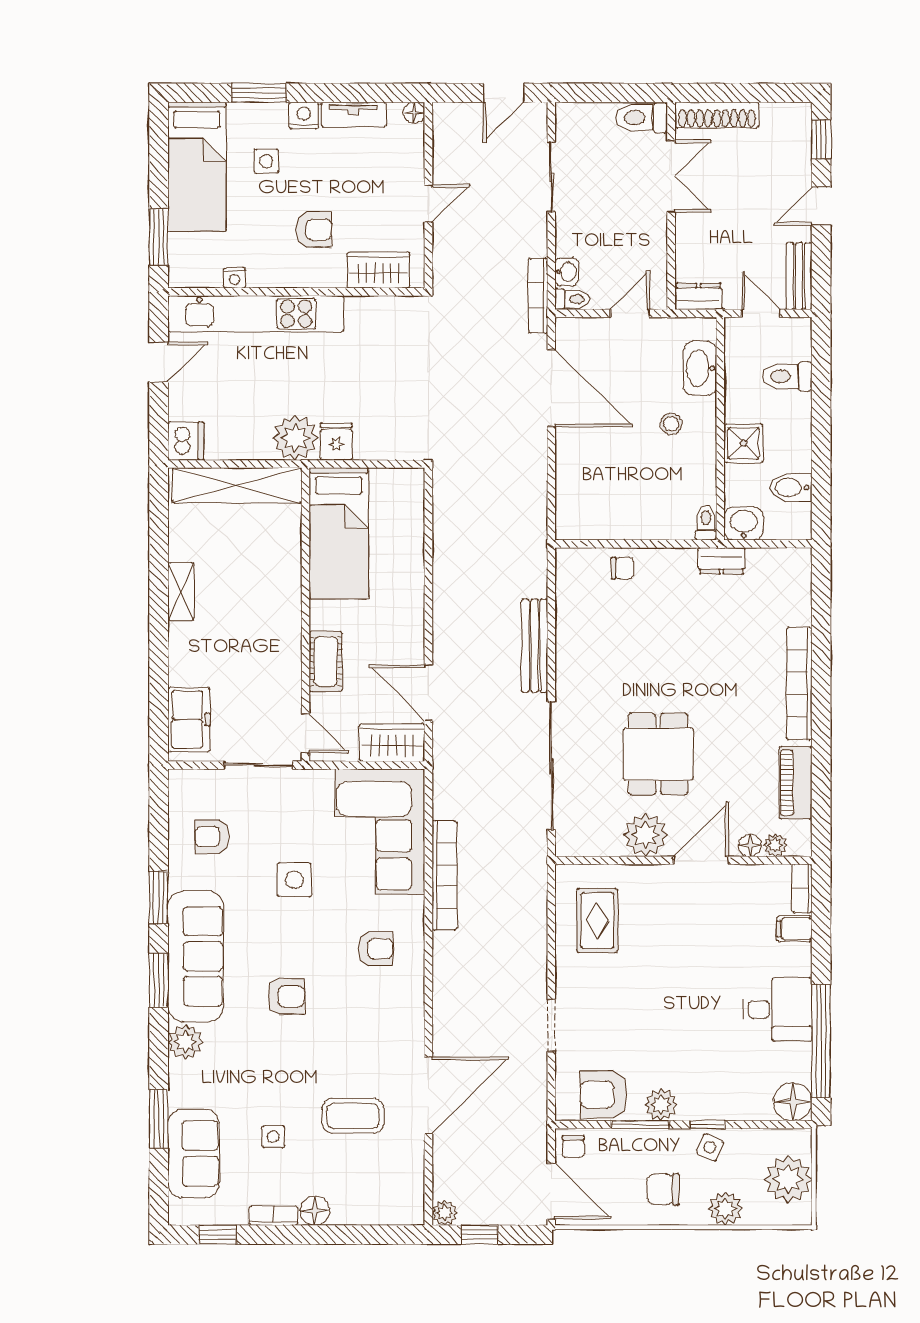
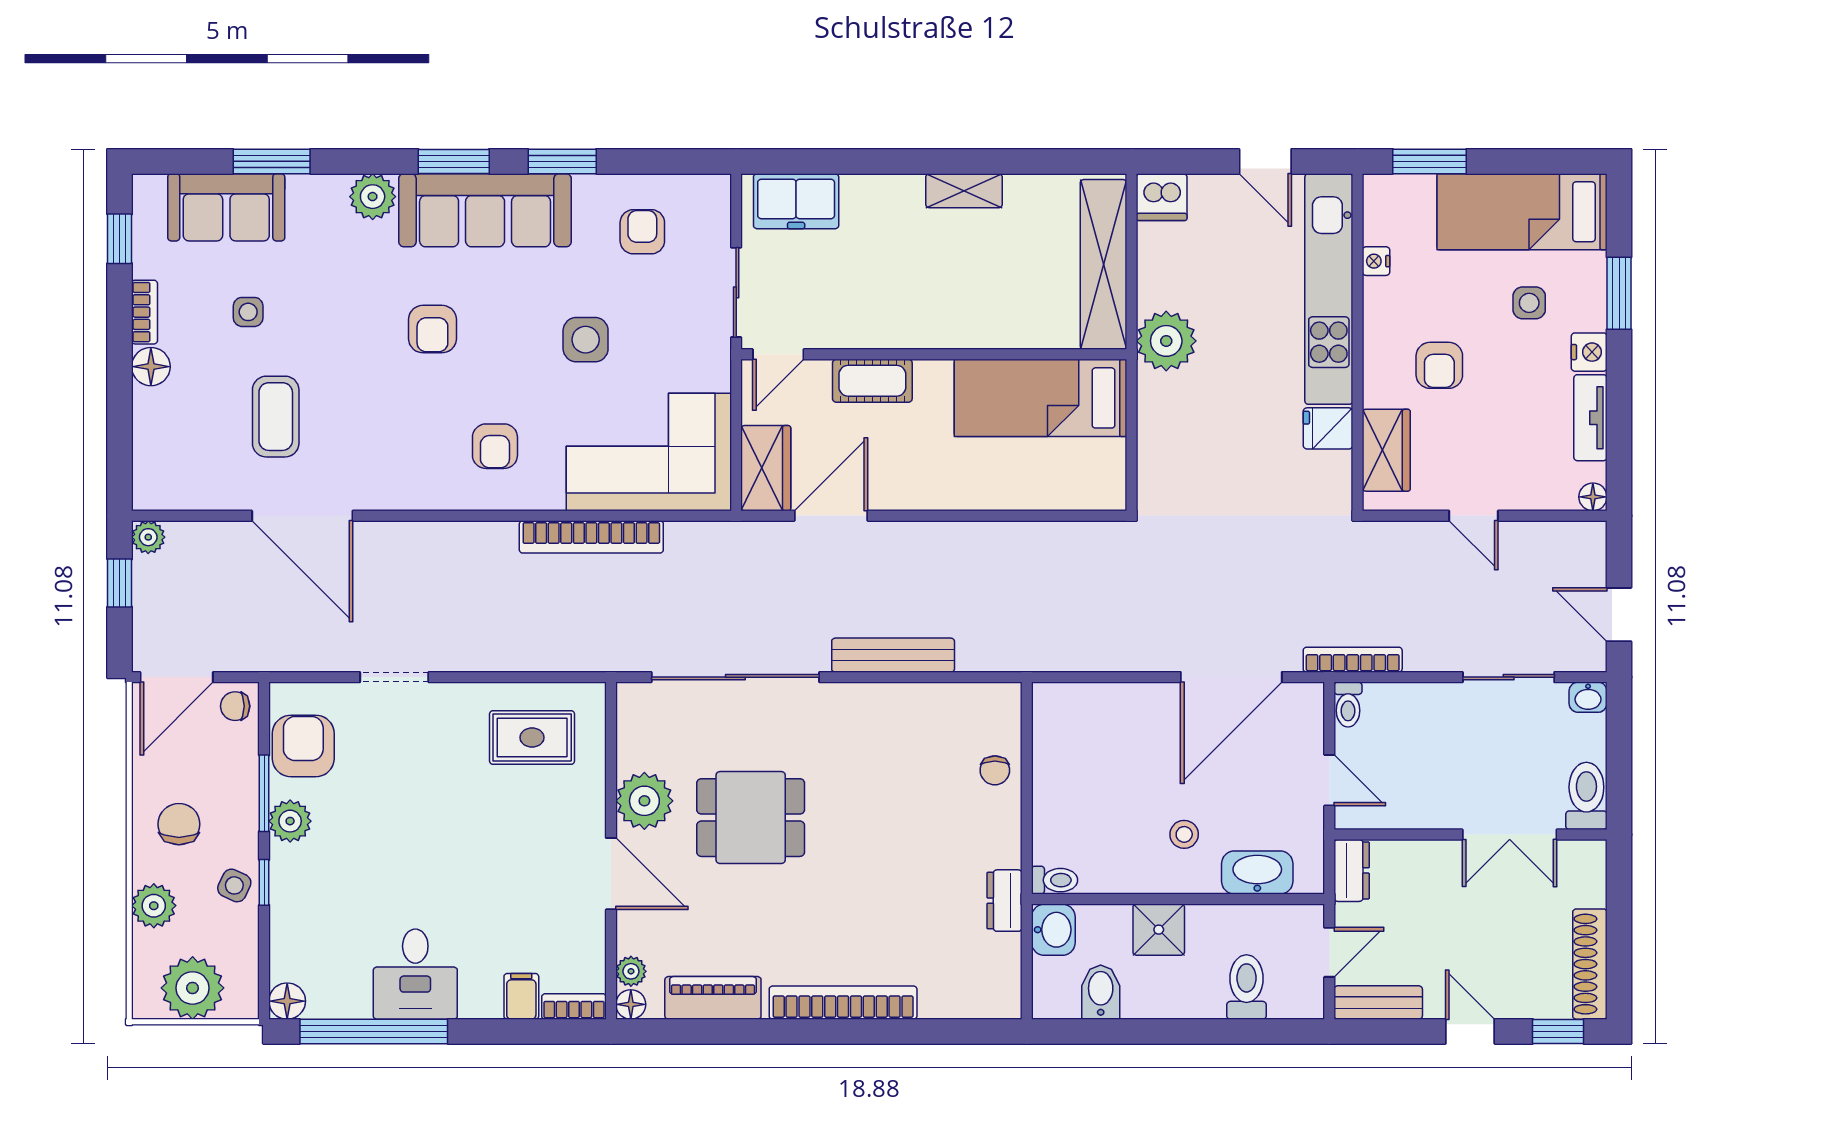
shoe rack: (717, 115) -> (1590, 964), moved
washbasin: (567, 272) -> (1588, 697), moved
fridge: (336, 442) -> (1328, 428), moved, turned 180
floor lamp: (750, 845) -> (631, 1004), moved
floor lamp: (793, 1102) -> (287, 1001), width x0.73, depth x0.73

